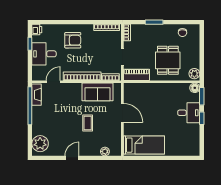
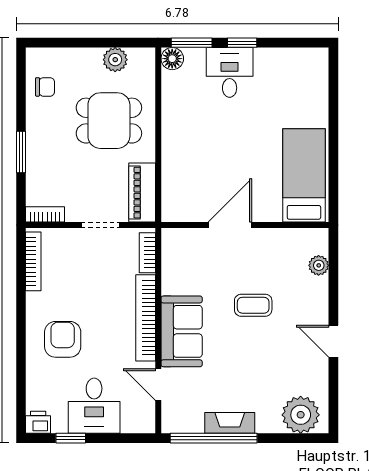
plant: (194, 74) -> (115, 60), moved
sofa: (97, 92) -> (182, 331), moved
fireplace: (37, 95) -> (230, 423), moved

